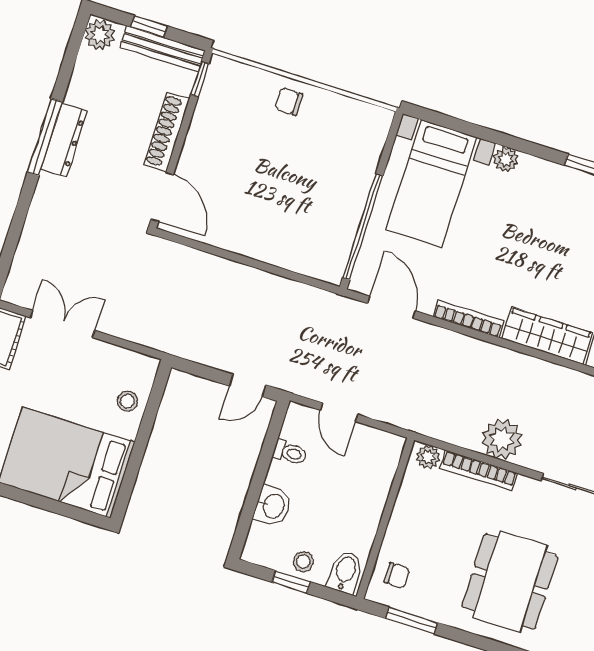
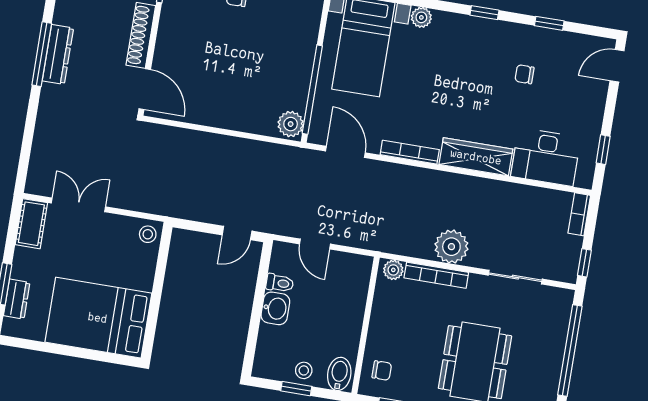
plant: (331, 264) -> (291, 124), added
stool: (127, 401) -> (148, 234), moved
washbasin: (273, 506) -> (275, 308), moved

